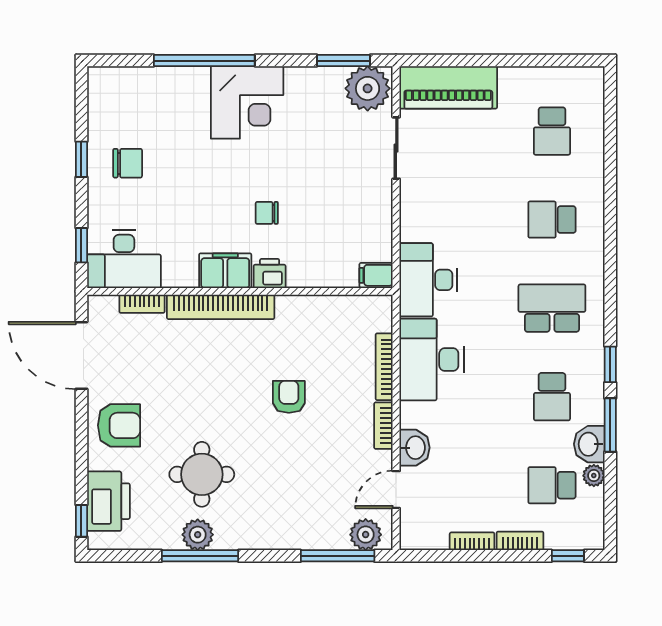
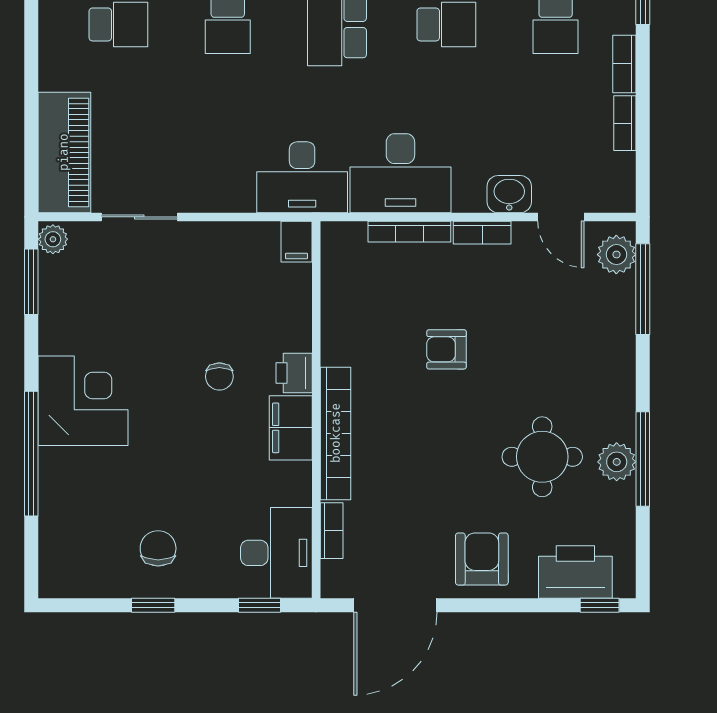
plant: (368, 88) -> (53, 239), width x0.53, depth x0.53

